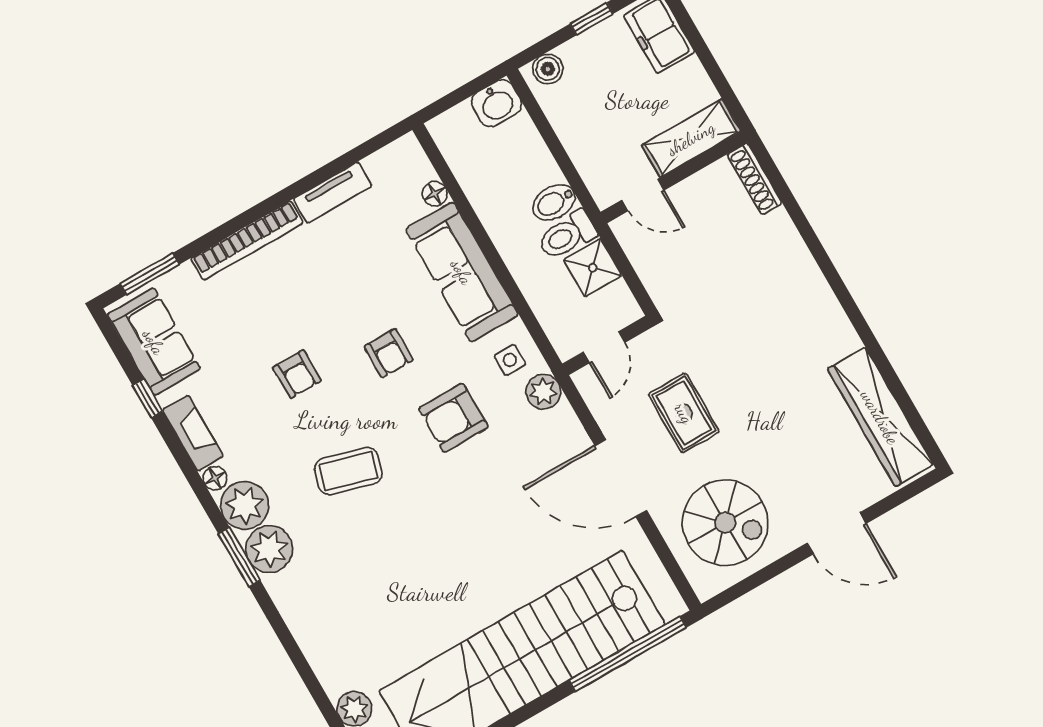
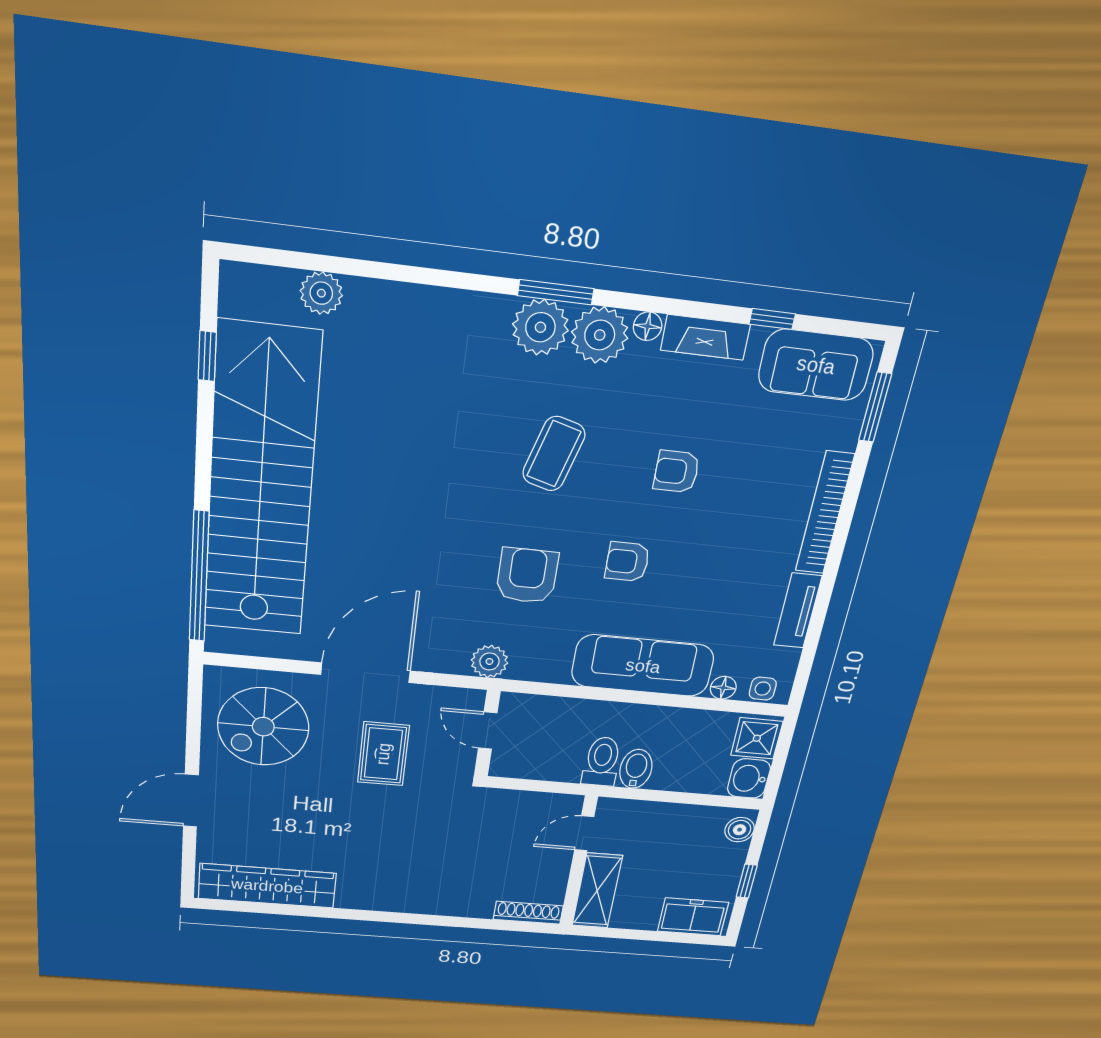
shower: (593, 268) -> (757, 738), moved
side table: (510, 360) -> (763, 689), moved
rug: (684, 413) -> (383, 754), turned 90

